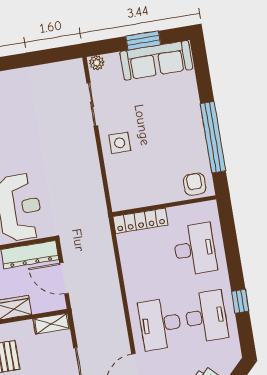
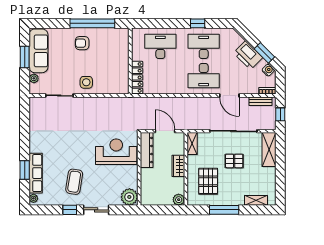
plant: (97, 63) -> (34, 78), moved
armchair: (195, 184) -> (82, 43), moved
door: (64, 278) -> (165, 131), swing flipped

